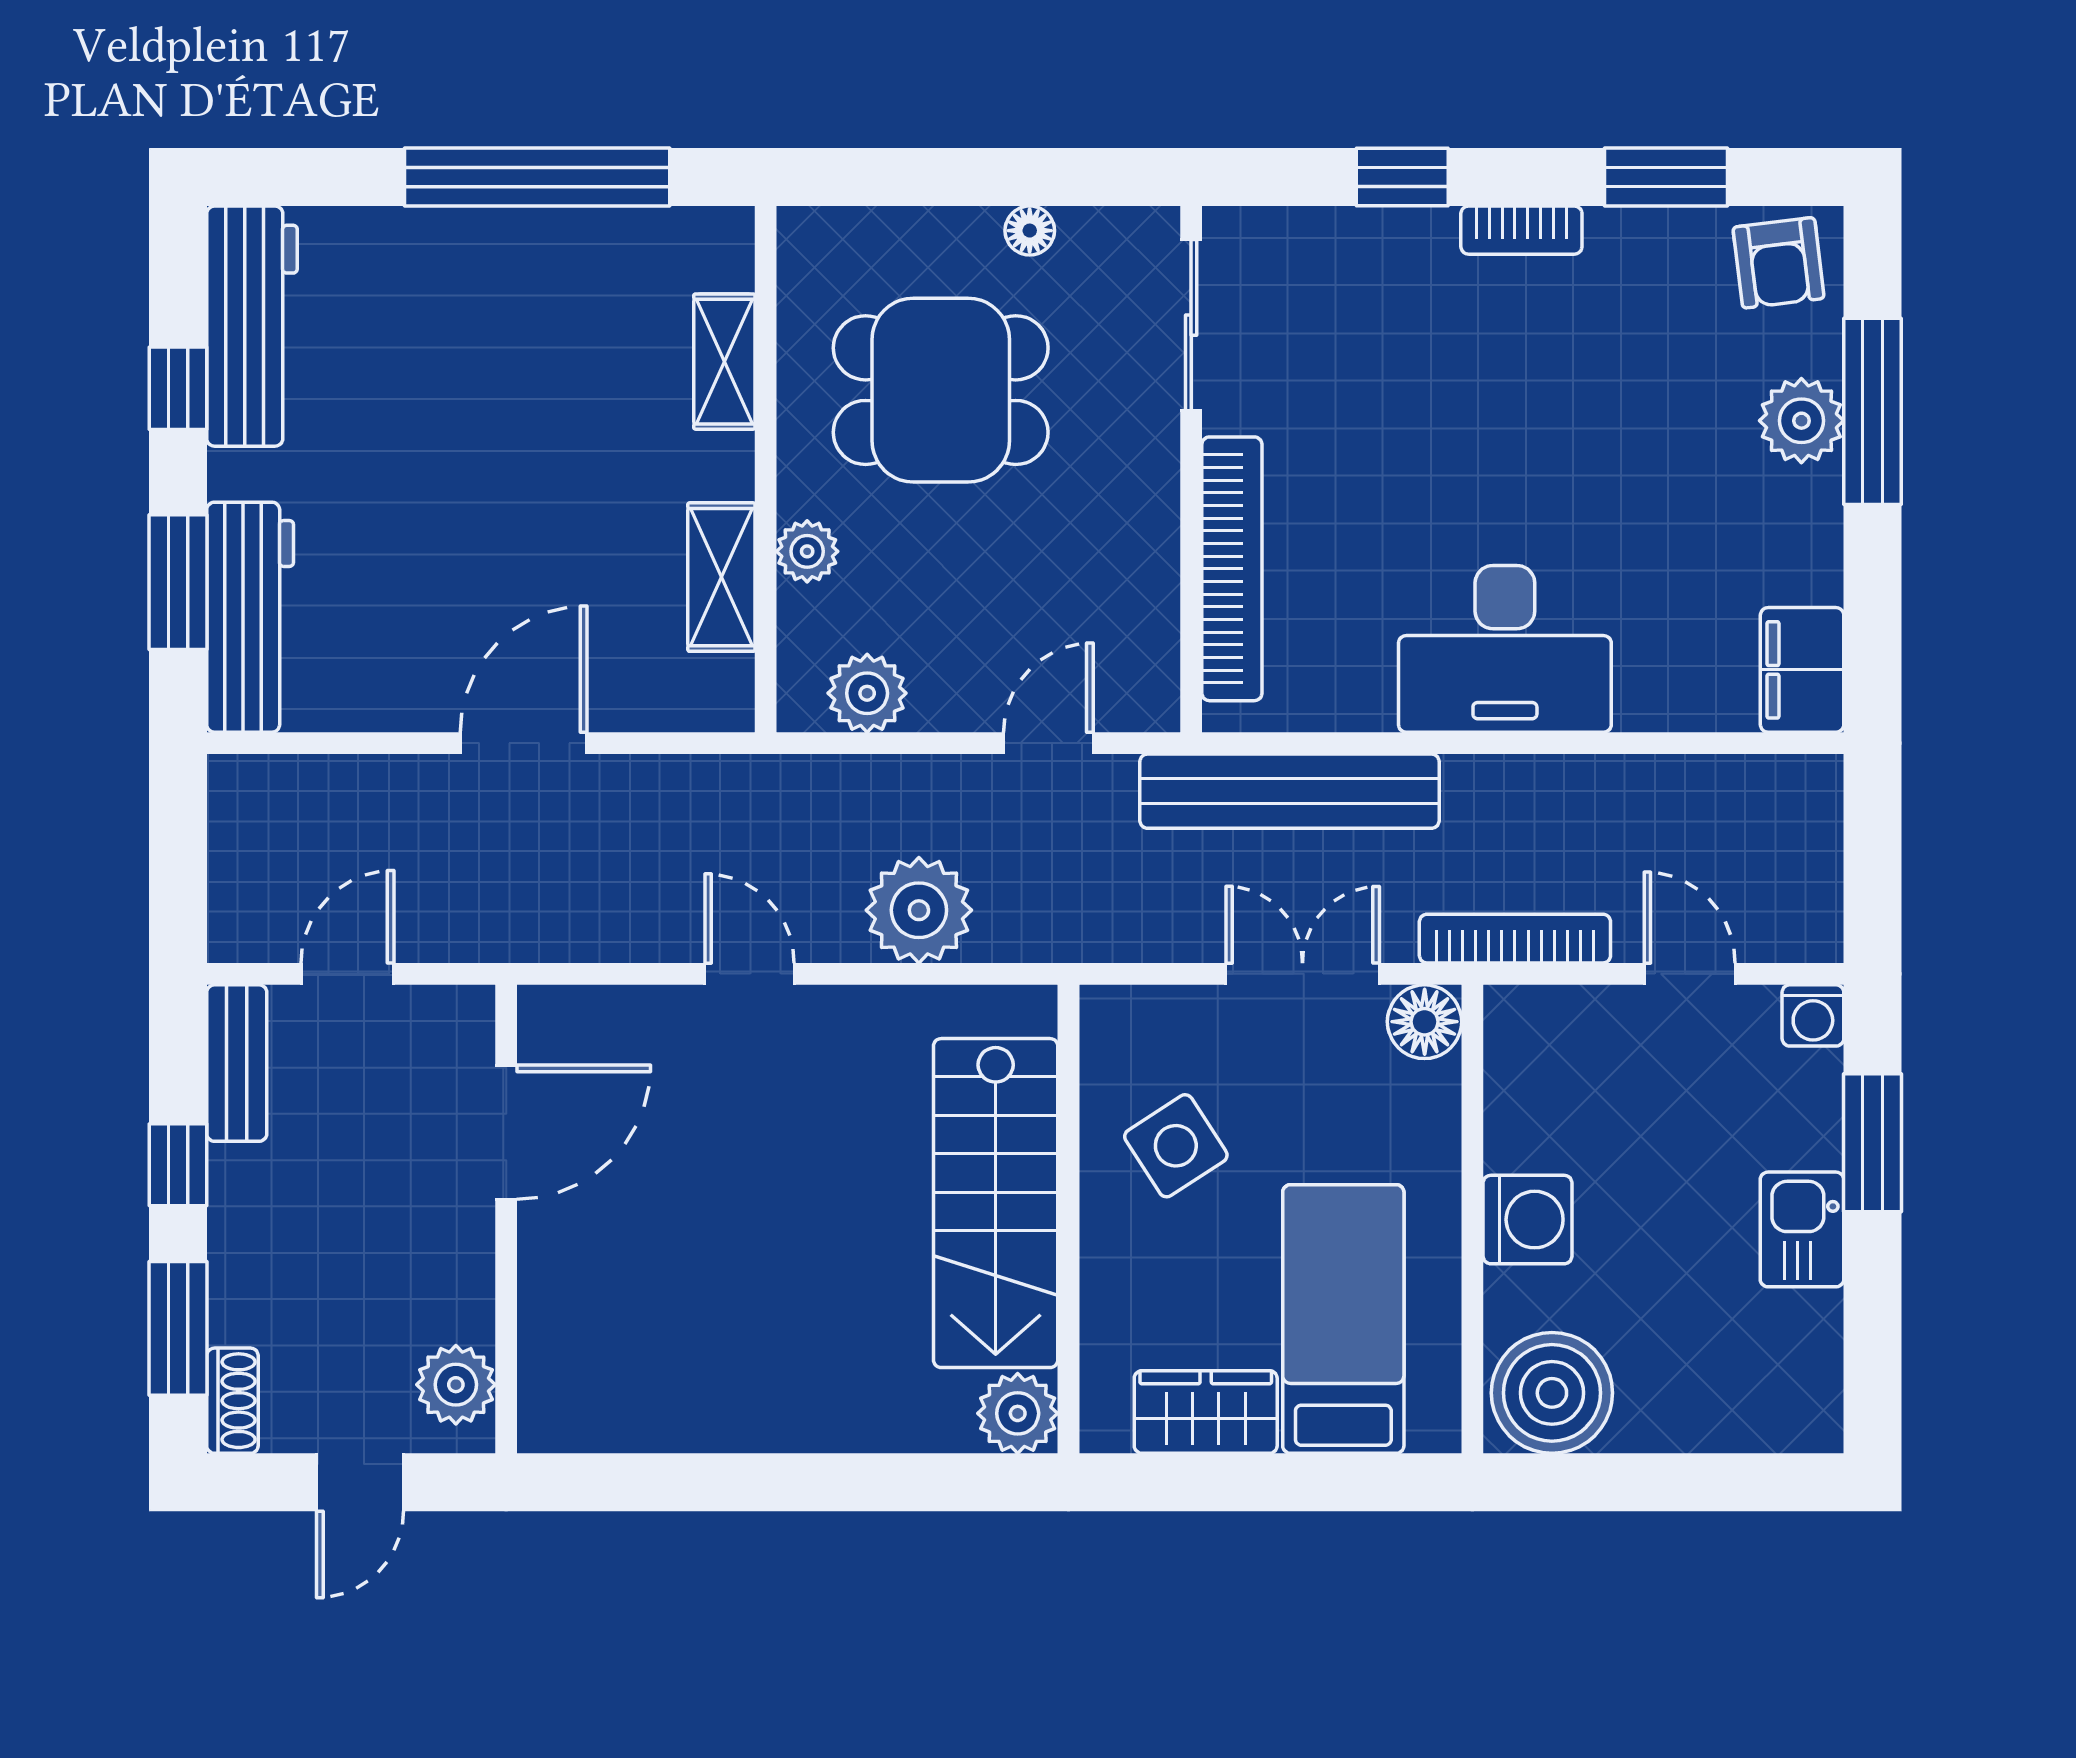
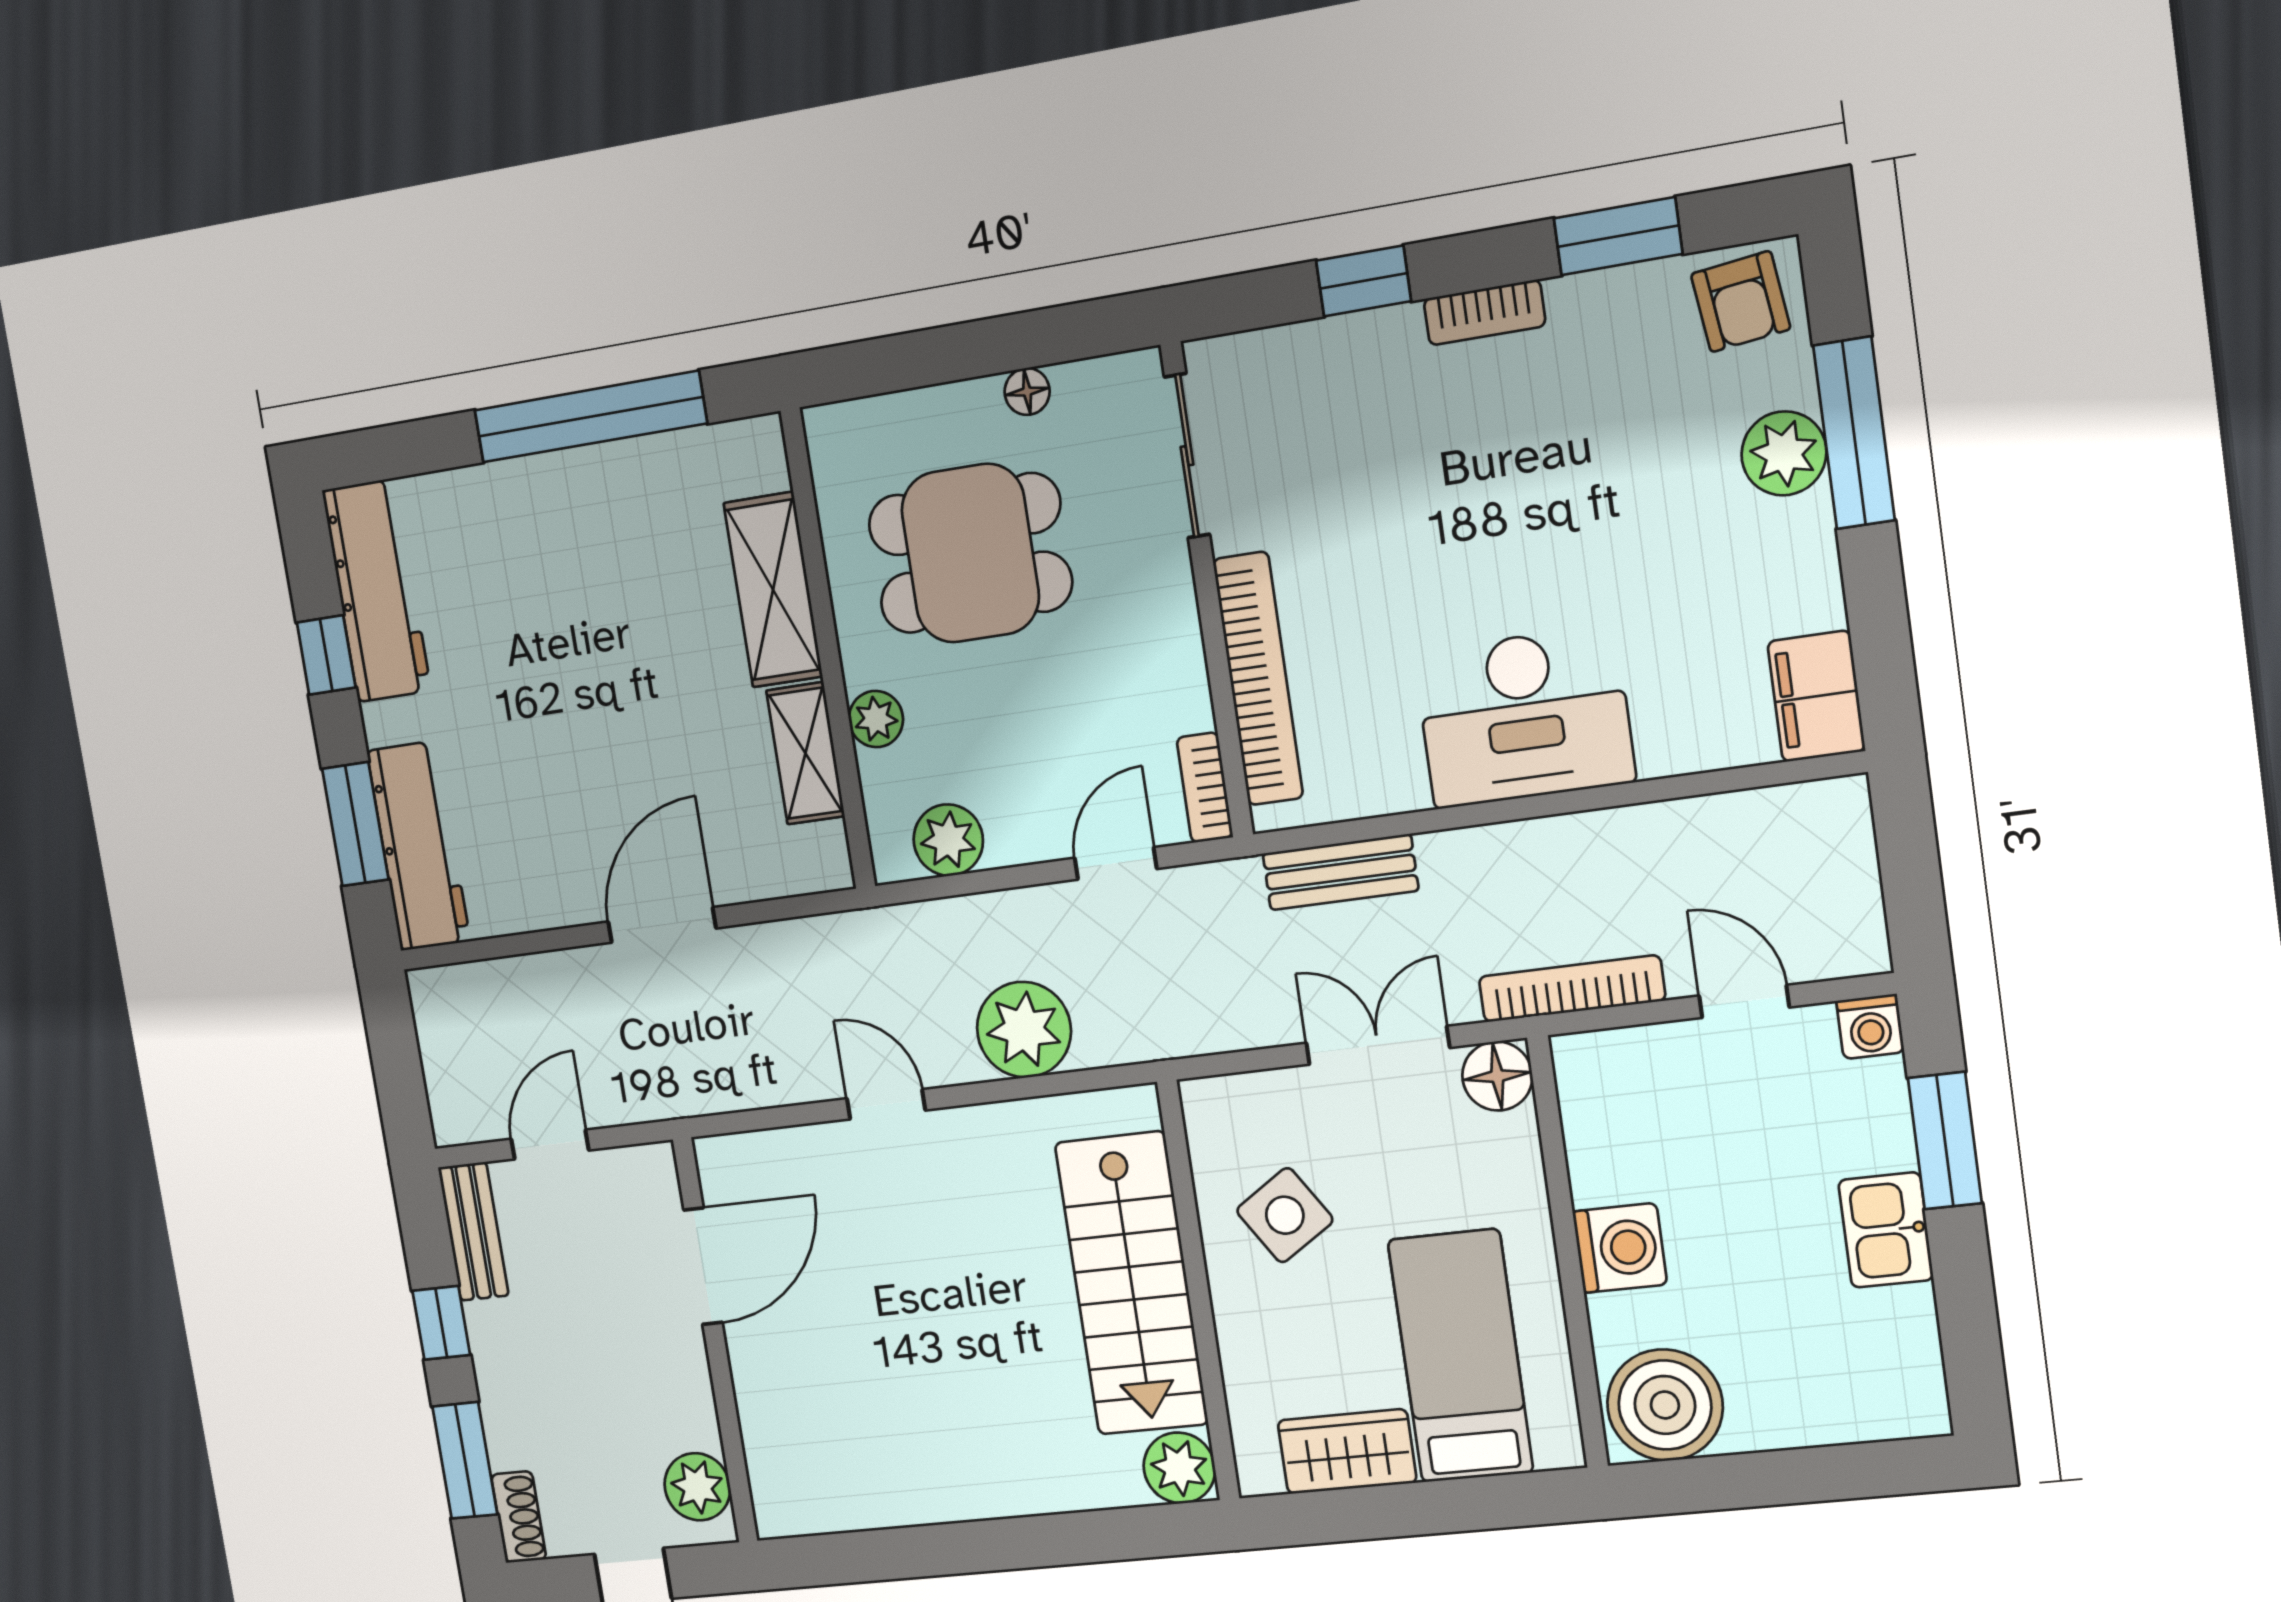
shelving: (724, 362) -> (773, 590), width x1.50, depth x1.33
bookcase: (1157, 675) -> (1205, 787), added
bench: (1290, 791) -> (1340, 872), width x0.54, depth x0.82

